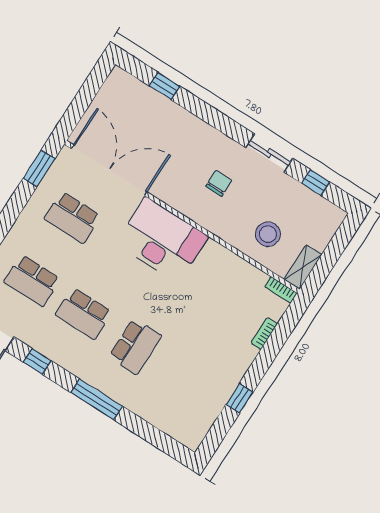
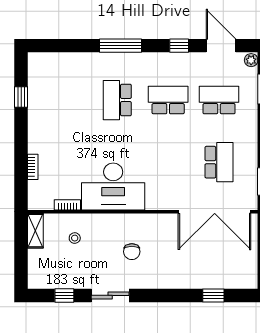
school desk: (72, 217) -> (219, 162), turned 90
stool: (268, 234) -> (75, 238), width x0.53, depth x0.53
desk: (162, 240) -> (113, 186), moved
bookcase: (281, 290) -> (67, 205), moved
window: (239, 398) -> (21, 97), moved

